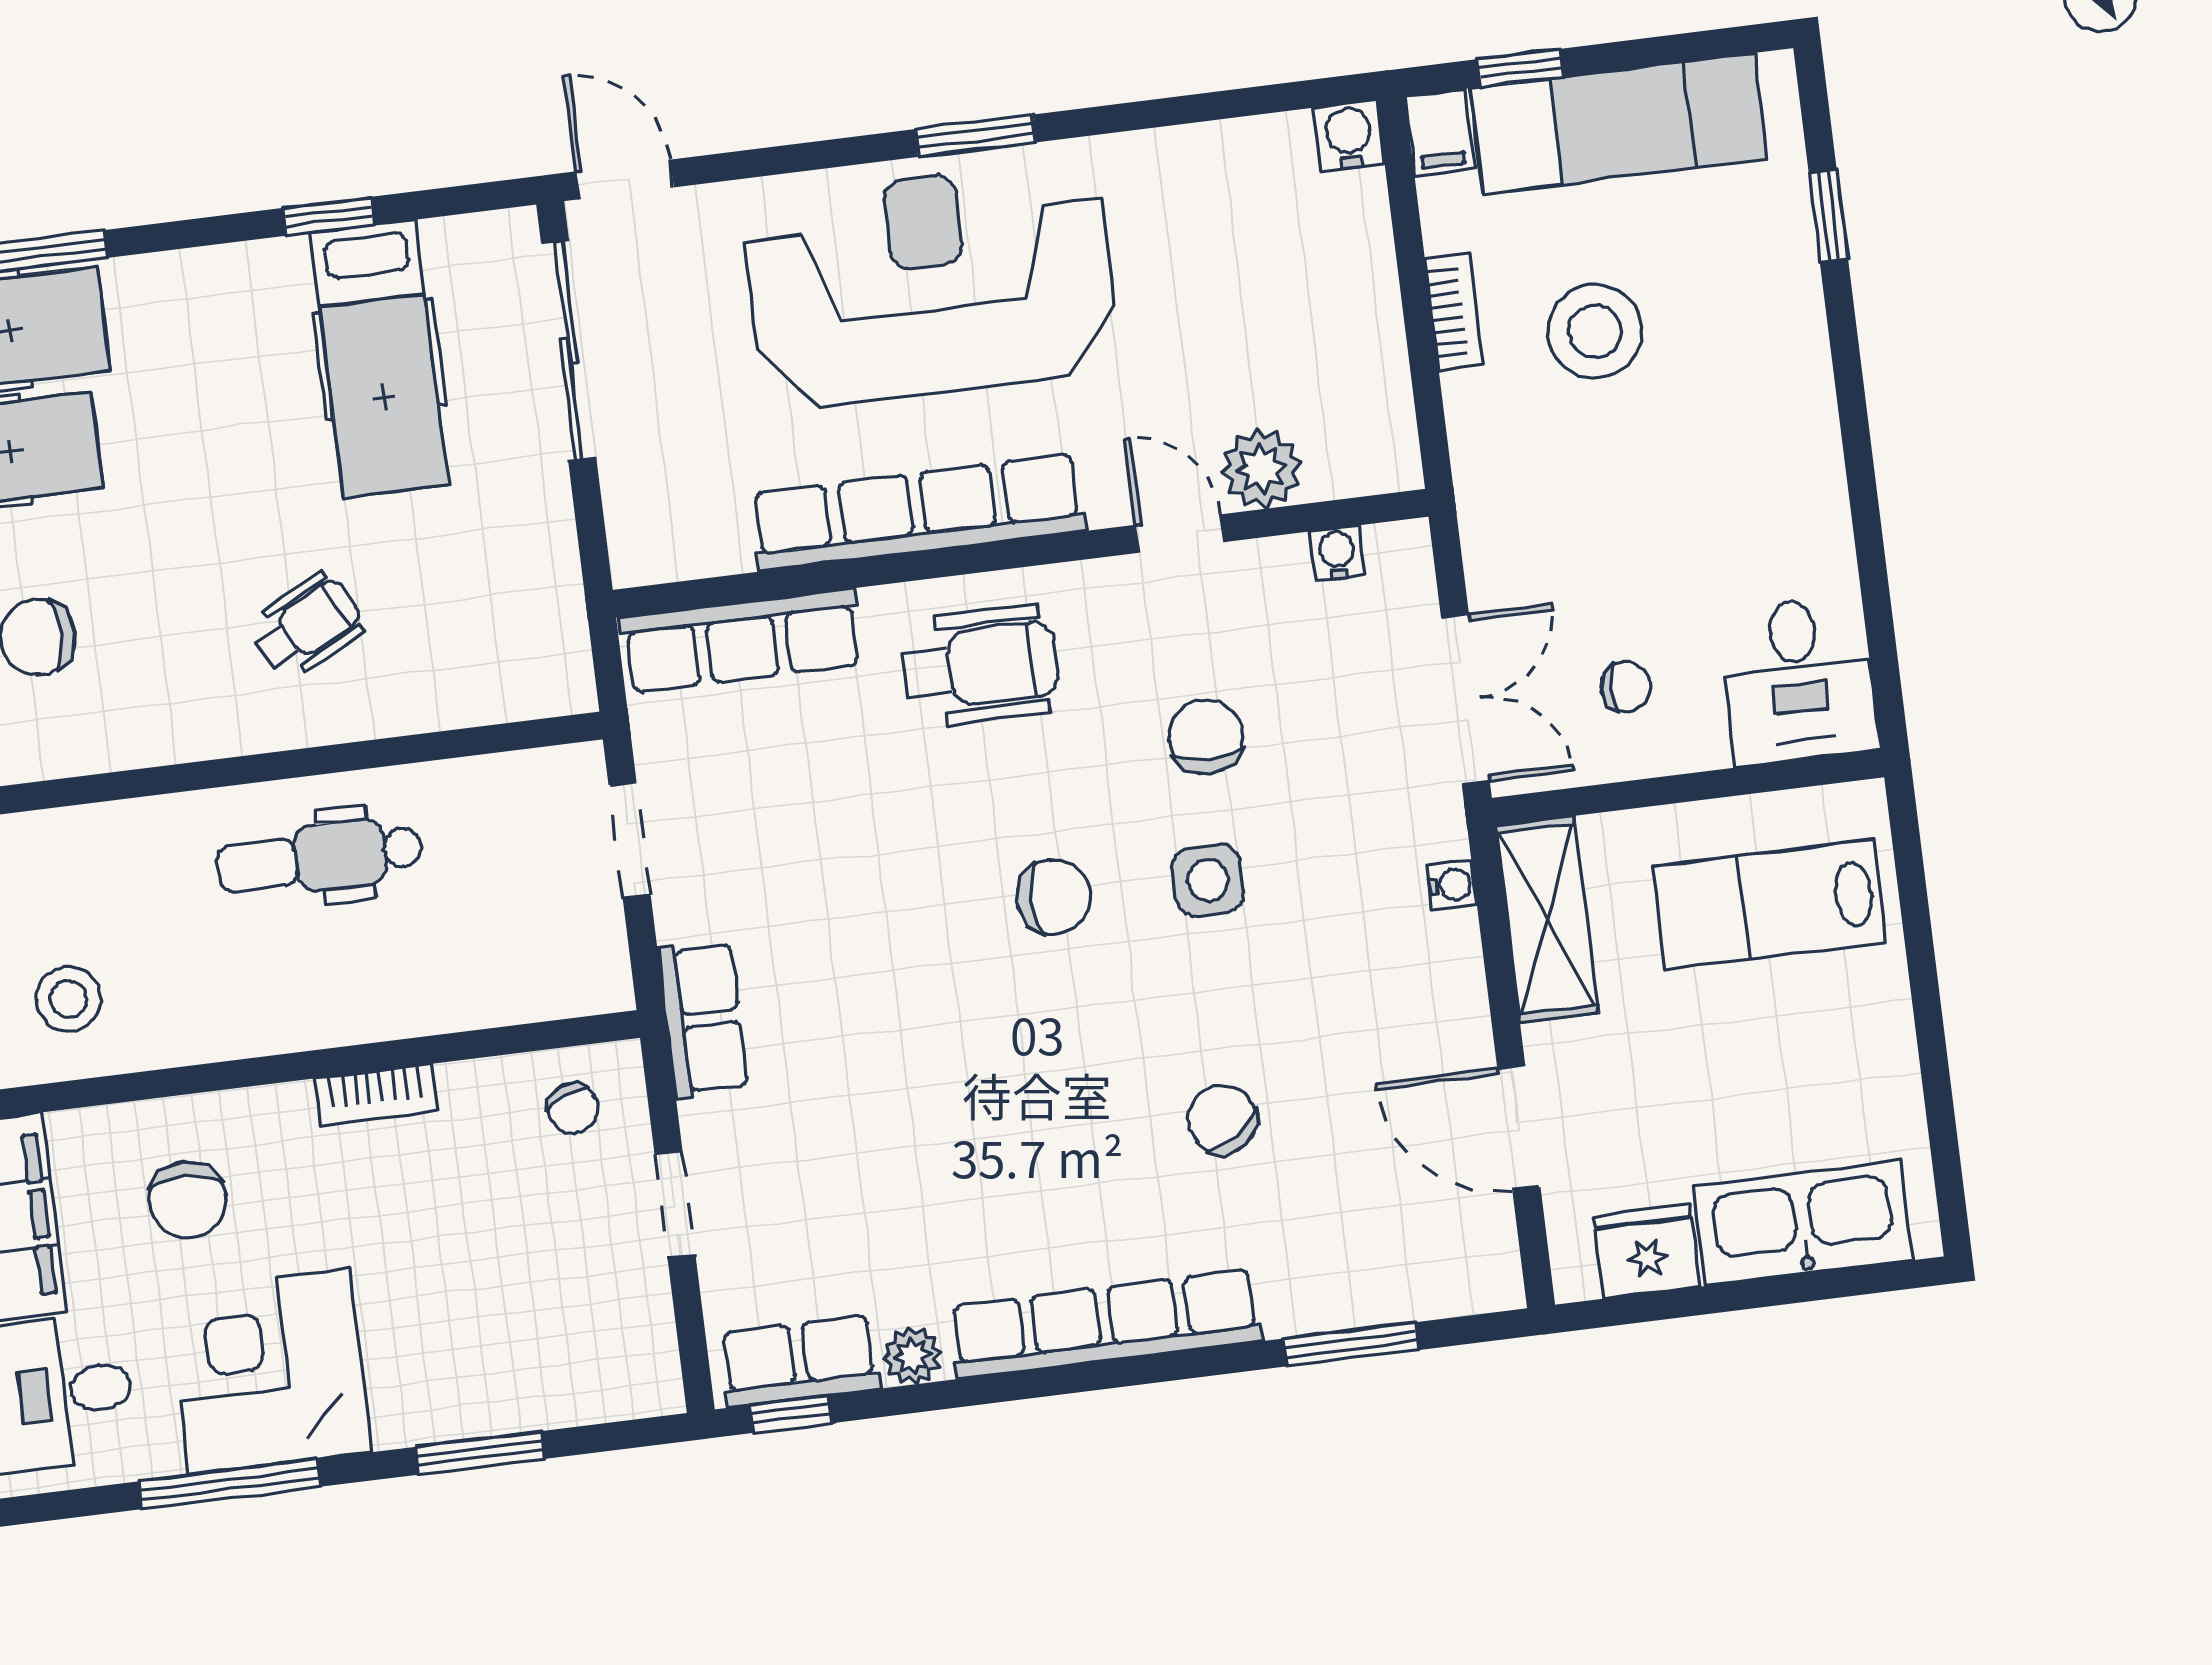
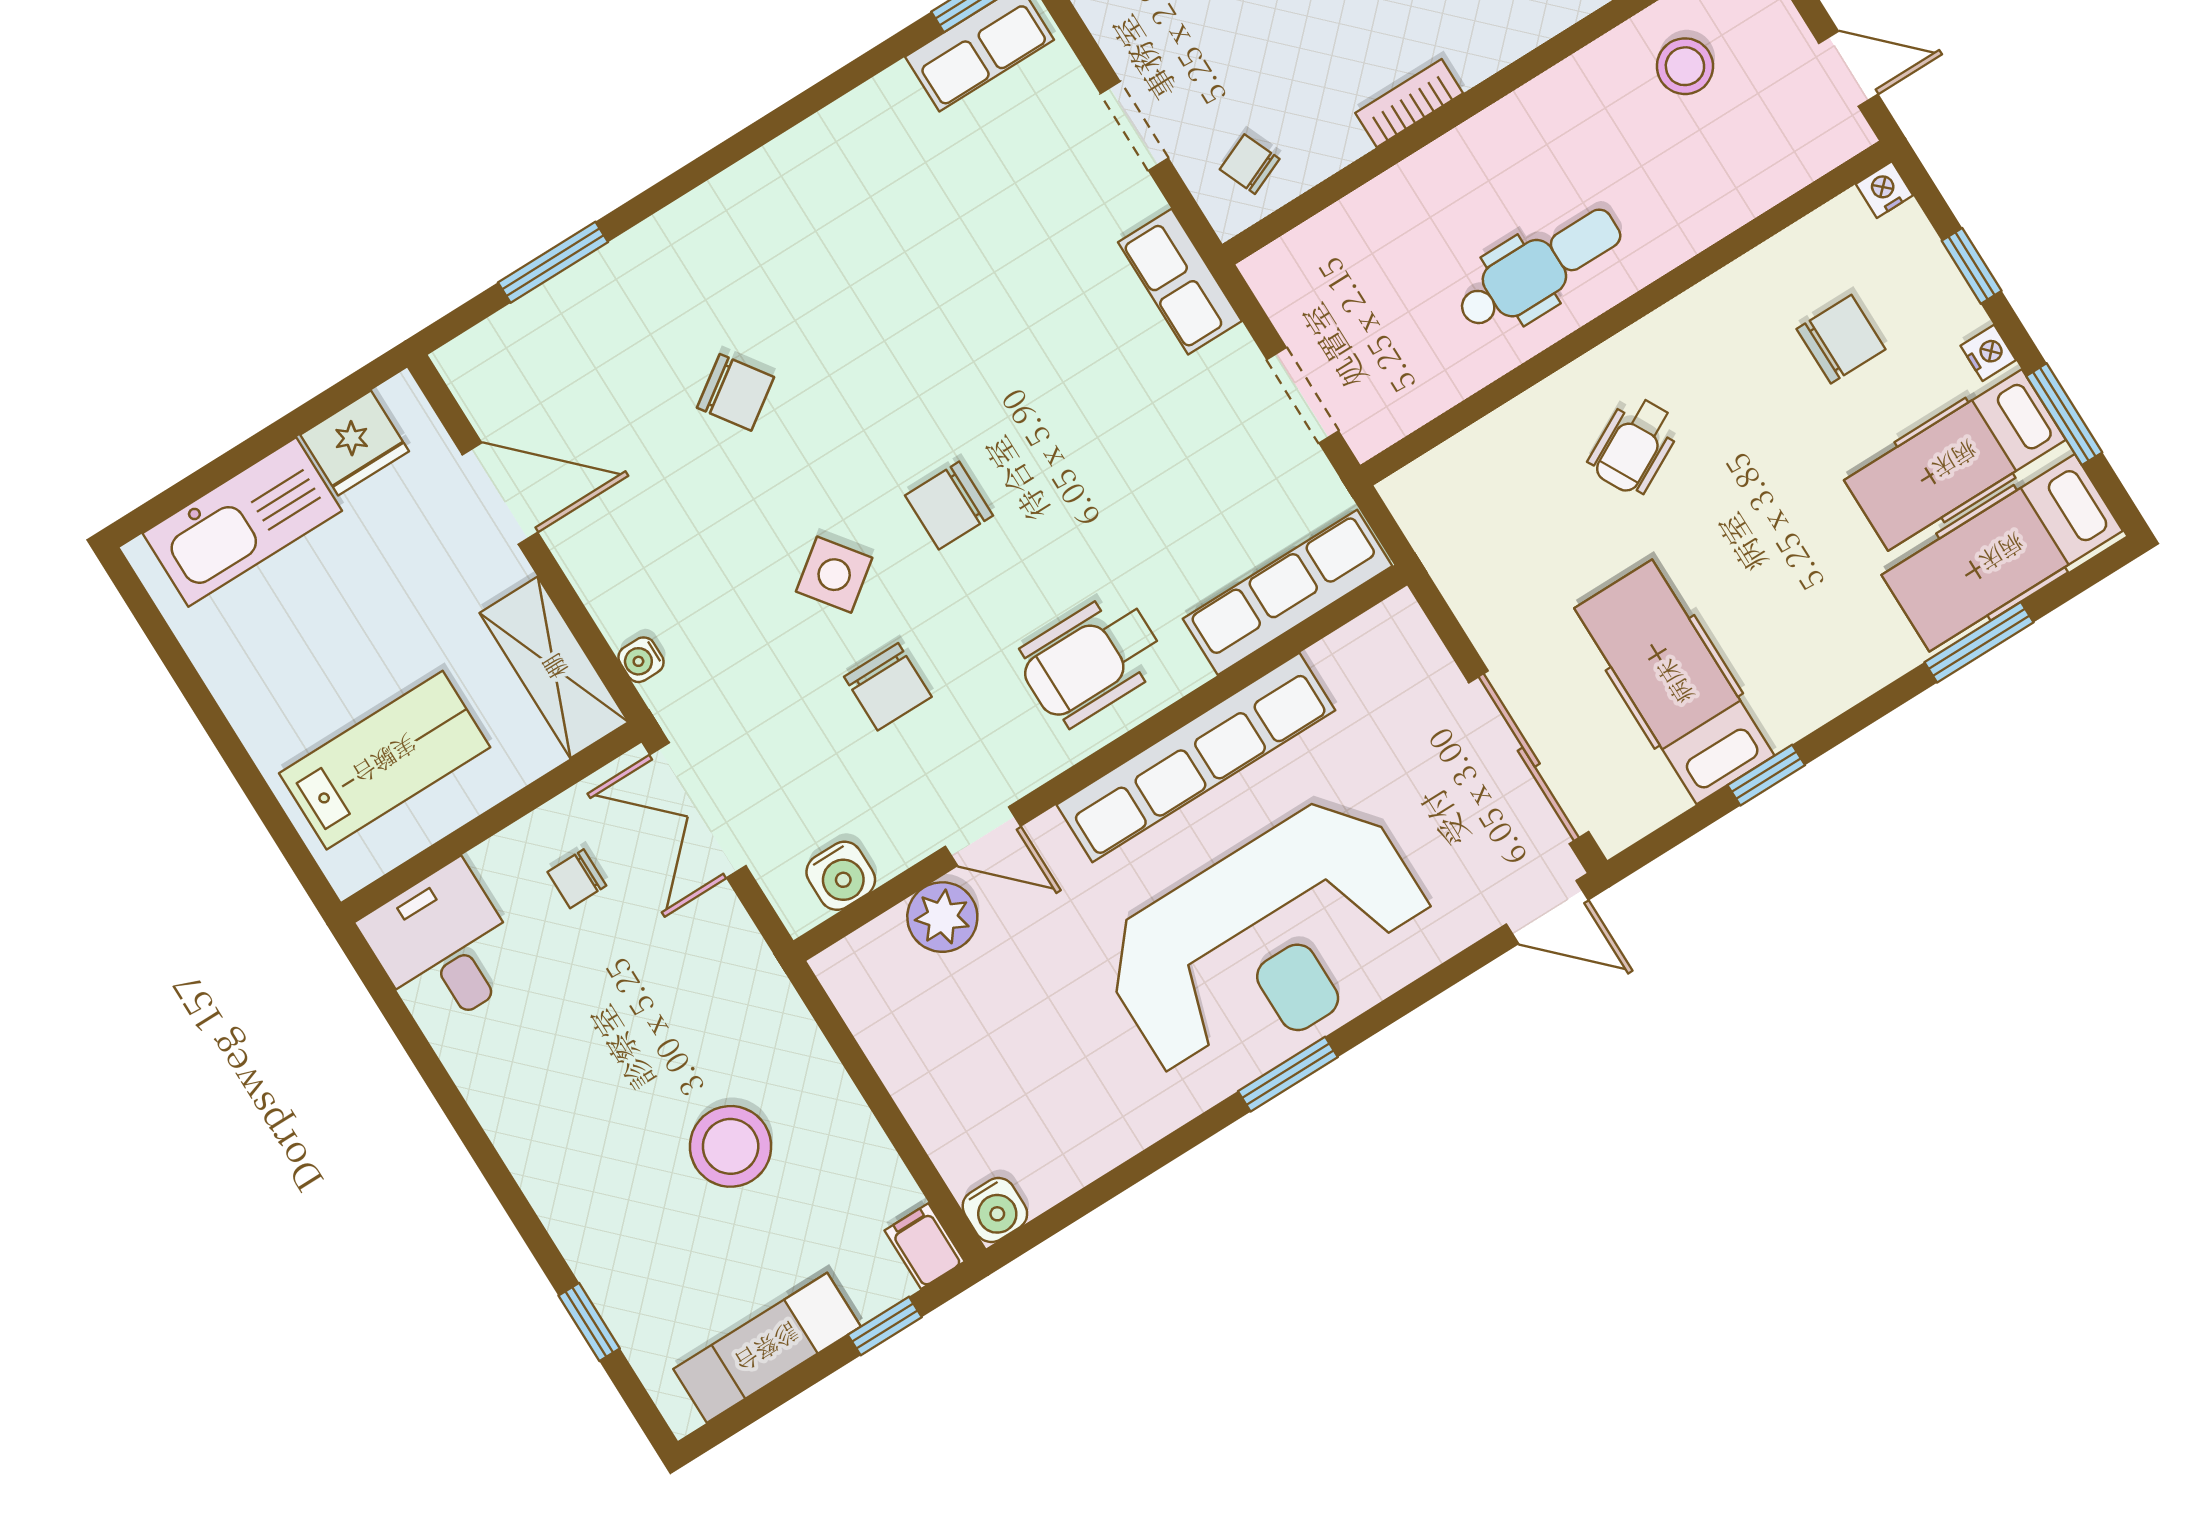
exam couch: (1619, 124) -> (767, 1348), width x0.73, depth x0.69
bookcase: (1454, 312) -> (848, 1110), removed
water cooler: (1337, 553) -> (841, 876), width x1.38, depth x1.38
side table: (1208, 880) -> (834, 575), turned -37
row of seats: (1105, 1324) -> (753, 189), removed
plant: (912, 1356) -> (893, 94), removed

